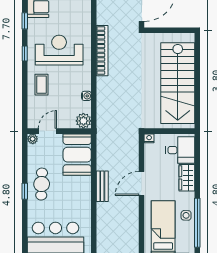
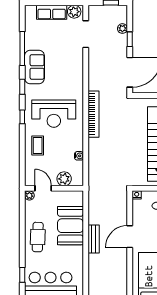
reception desk: (59, 50) -> (54, 114), turned 180
plant: (83, 121) -> (64, 179), moved
door: (47, 131) -> (43, 188), hinge flipped
booth: (77, 155) -> (70, 226), moved
window: (25, 191) -> (22, 275), moved

